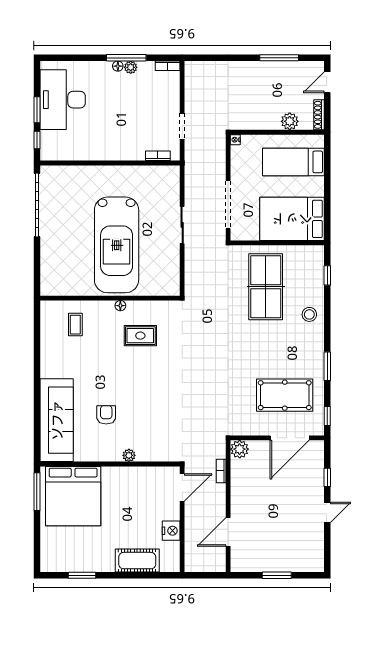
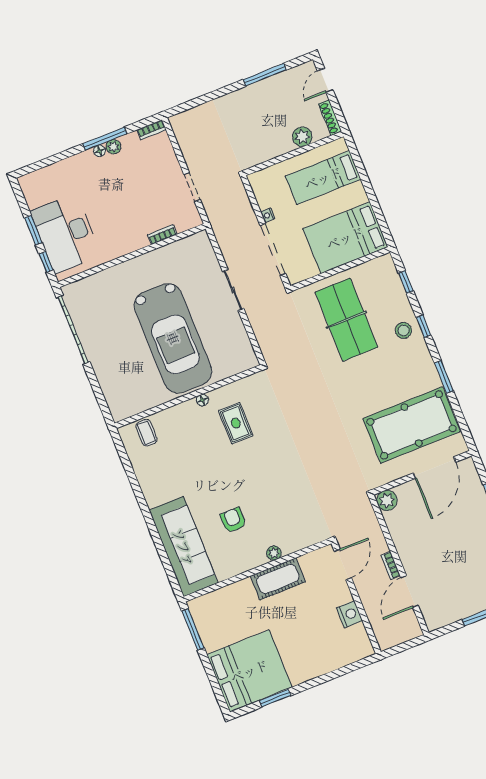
desk: (63, 100) -> (66, 234), moved
nightstand: (235, 140) -> (268, 215), moved
bookcase: (158, 156) -> (162, 235), moved
coffee table: (75, 325) -> (146, 433), moved
rug: (140, 336) -> (236, 423), turned 90
pool table: (285, 395) -> (412, 425), width x1.36, depth x1.32
window: (327, 416) -> (424, 326), moved
bookcase: (221, 471) -> (391, 566), moved
bed: (73, 496) -> (249, 671), moved, turned -90
cot: (137, 561) -> (278, 579), moved

